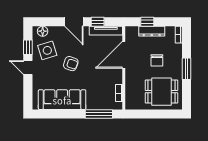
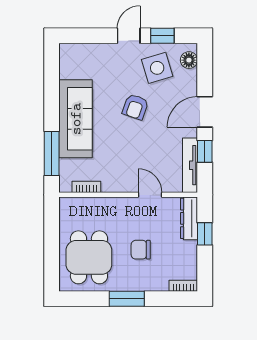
dresser: (152, 31) -> (189, 218), moved
door: (124, 55) -> (150, 195), width x0.53
sofa: (62, 100) -> (76, 119), moved

